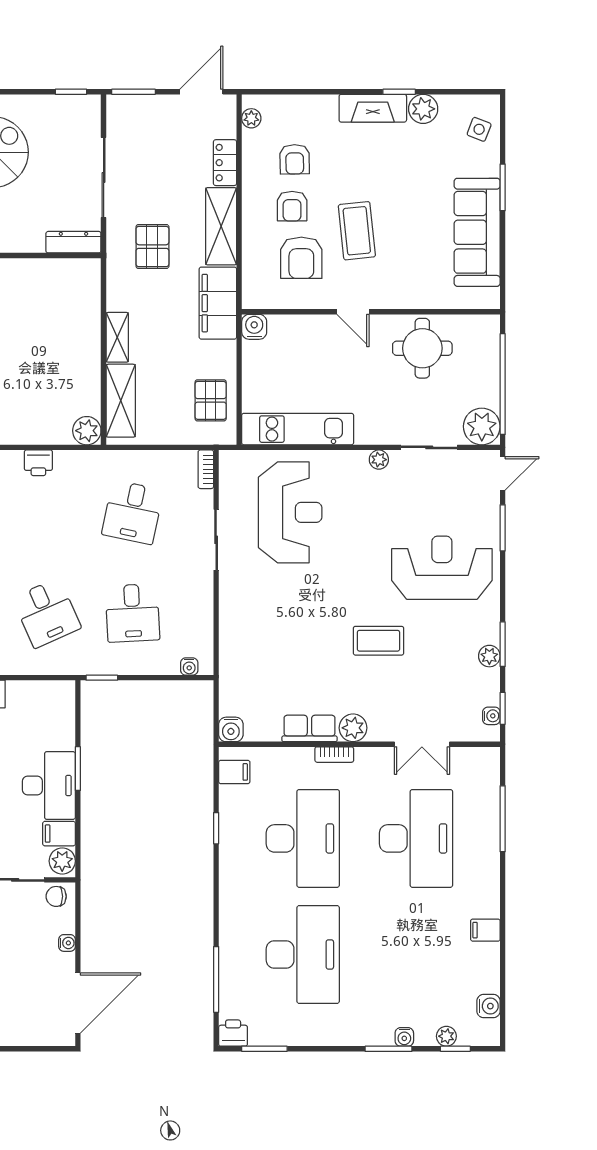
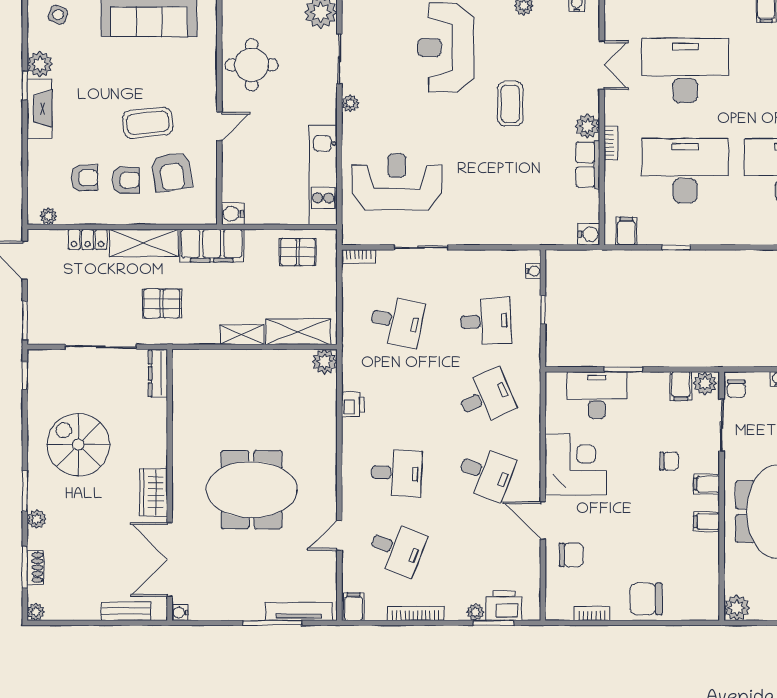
armchair: (301, 258) -> (172, 172), turned 82
window: (102, 678) -> (543, 310), moved
desk: (49, 786) -> (597, 395), moved

